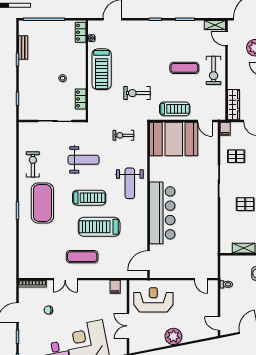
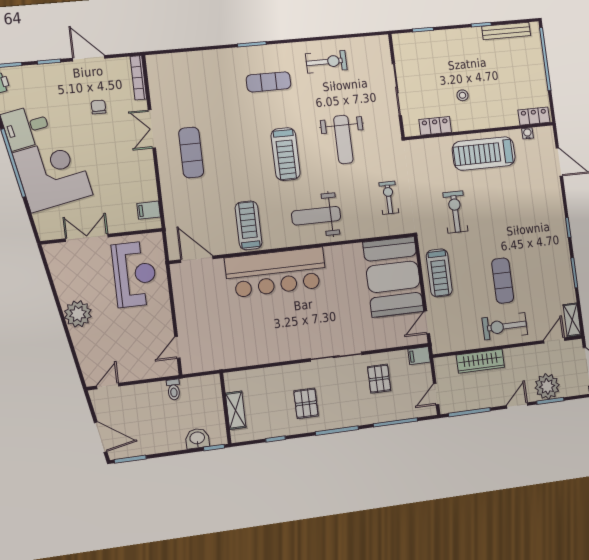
bench: (23, 48) -> (506, 31), width x1.36
wardrobe: (234, 105) -> (480, 361), moved
exercise mat: (42, 203) -> (269, 82), width x0.50, depth x0.69
treadmill: (99, 227) -> (249, 225), moved, width x0.73, depth x0.73

